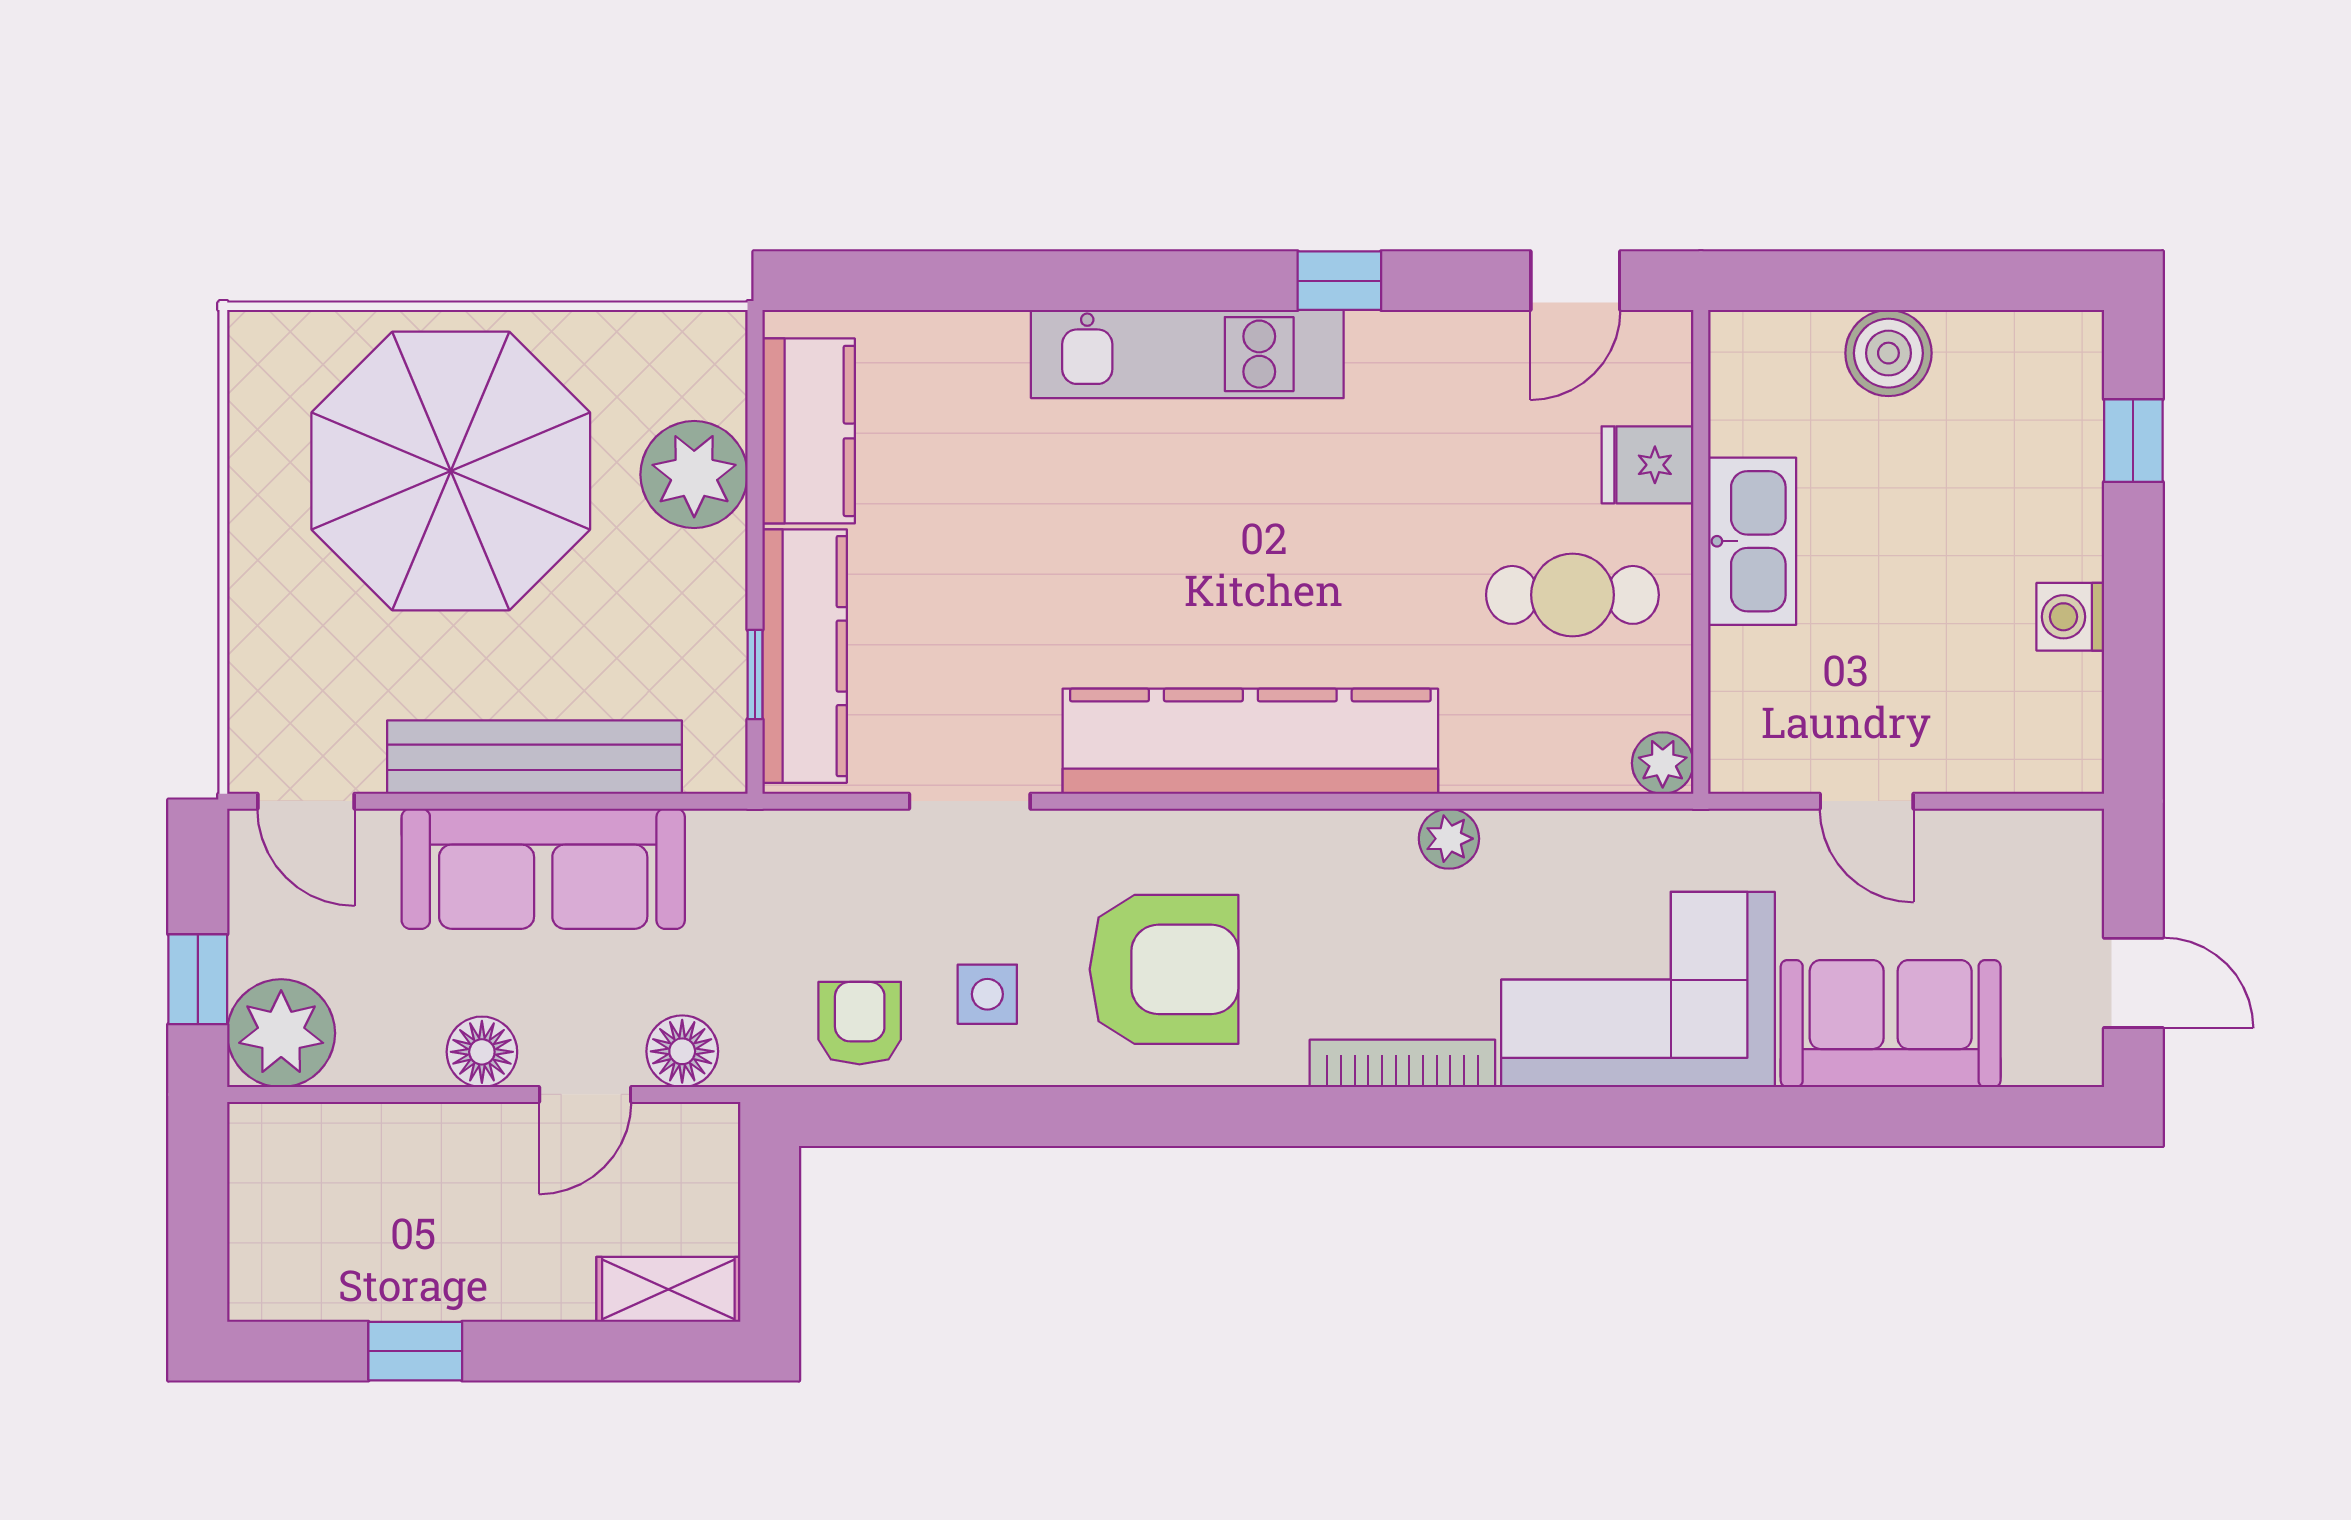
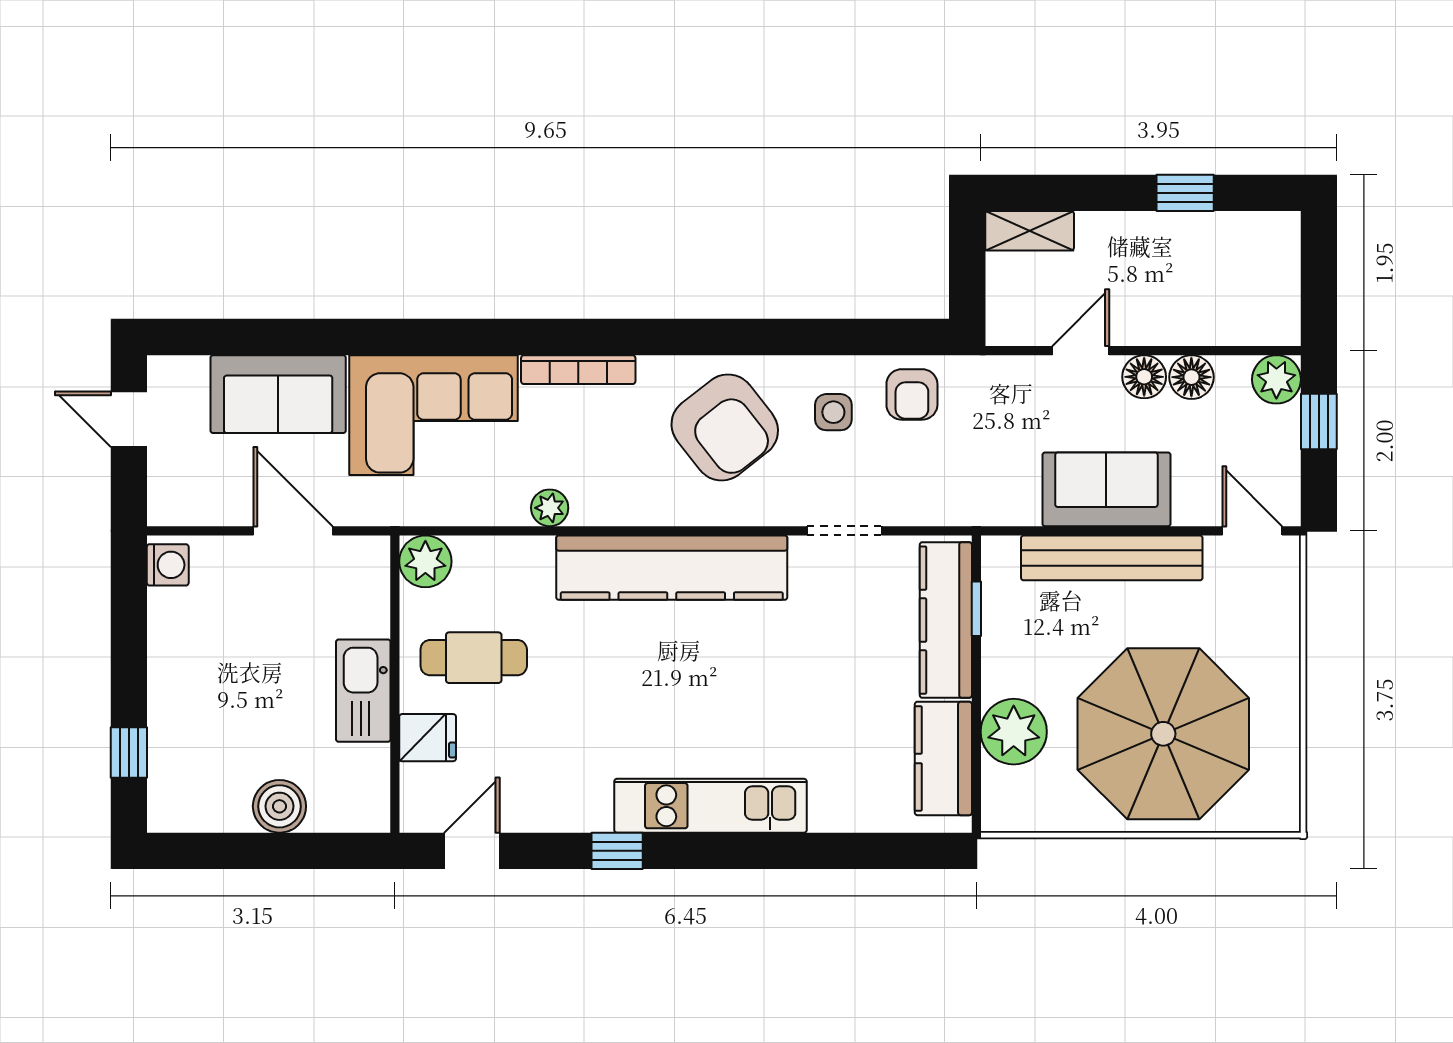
washing machine: (2070, 617) -> (168, 565), moved
plant: (1663, 763) -> (425, 561), width x1.38, depth x1.38
door: (1867, 801) -> (293, 531), width x1.38
sofa: (543, 869) -> (1106, 489), width x0.73
armchair: (1164, 969) -> (725, 427), turned -128
plant: (281, 1033) -> (1276, 379), width x0.73, depth x0.73
floor lamp: (682, 1051) -> (1191, 377), moved

